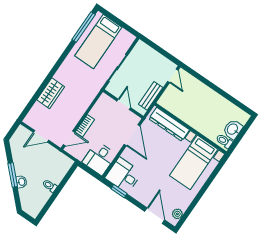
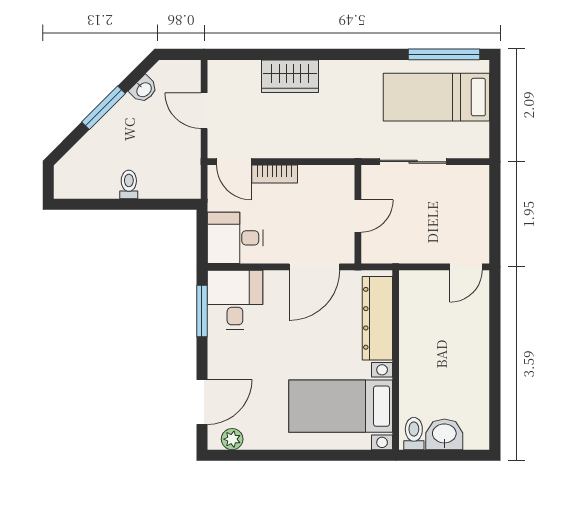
bench: (151, 96) -> (405, 253), removed
washbasin: (21, 182) -> (144, 89), moved
window: (119, 191) -> (202, 311), width x1.50

